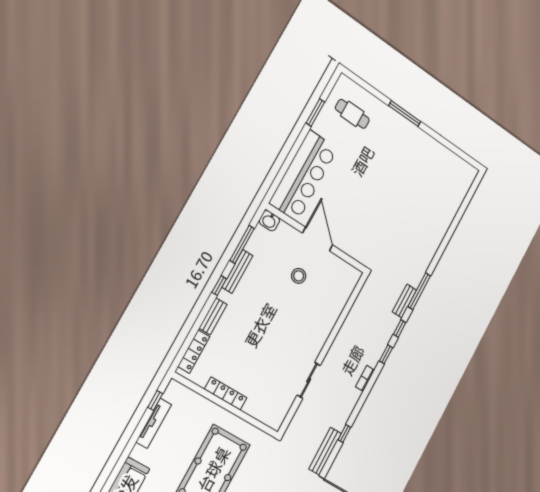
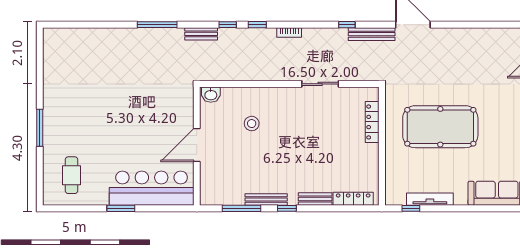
window: (315, 113) -> (121, 208), moved
washbasin: (269, 221) -> (211, 95), moved, turned 90
stool: (299, 276) -> (252, 124), moved
window: (419, 291) -> (157, 25), moved
locker: (226, 393) -> (372, 122), moved

